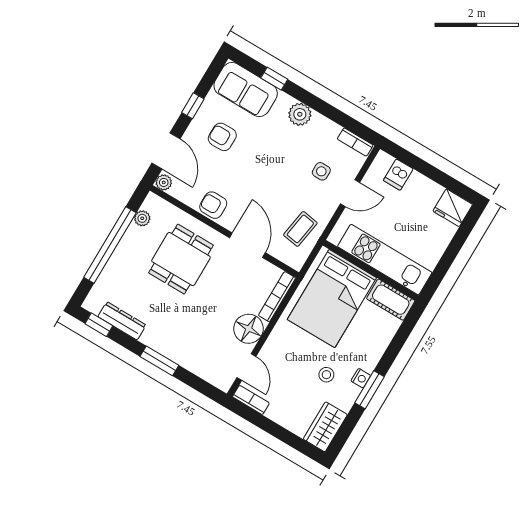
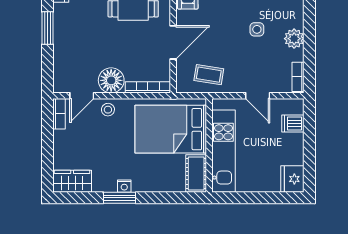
plant: (300, 114) -> (294, 39), moved
side table: (321, 171) -> (257, 29), moved
stool: (326, 375) -> (108, 110), moved

